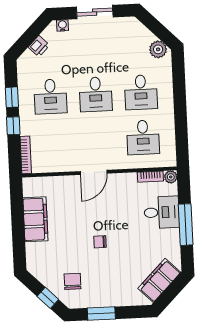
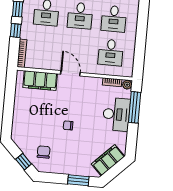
door: (94, 172) -> (70, 73), swing flipped
desk: (162, 212) -> (116, 114), width x1.37
filing cabinet: (35, 219) -> (40, 81), moved, turned 90
window: (186, 225) -> (135, 107), moved
window: (101, 313) -> (78, 180), moved

